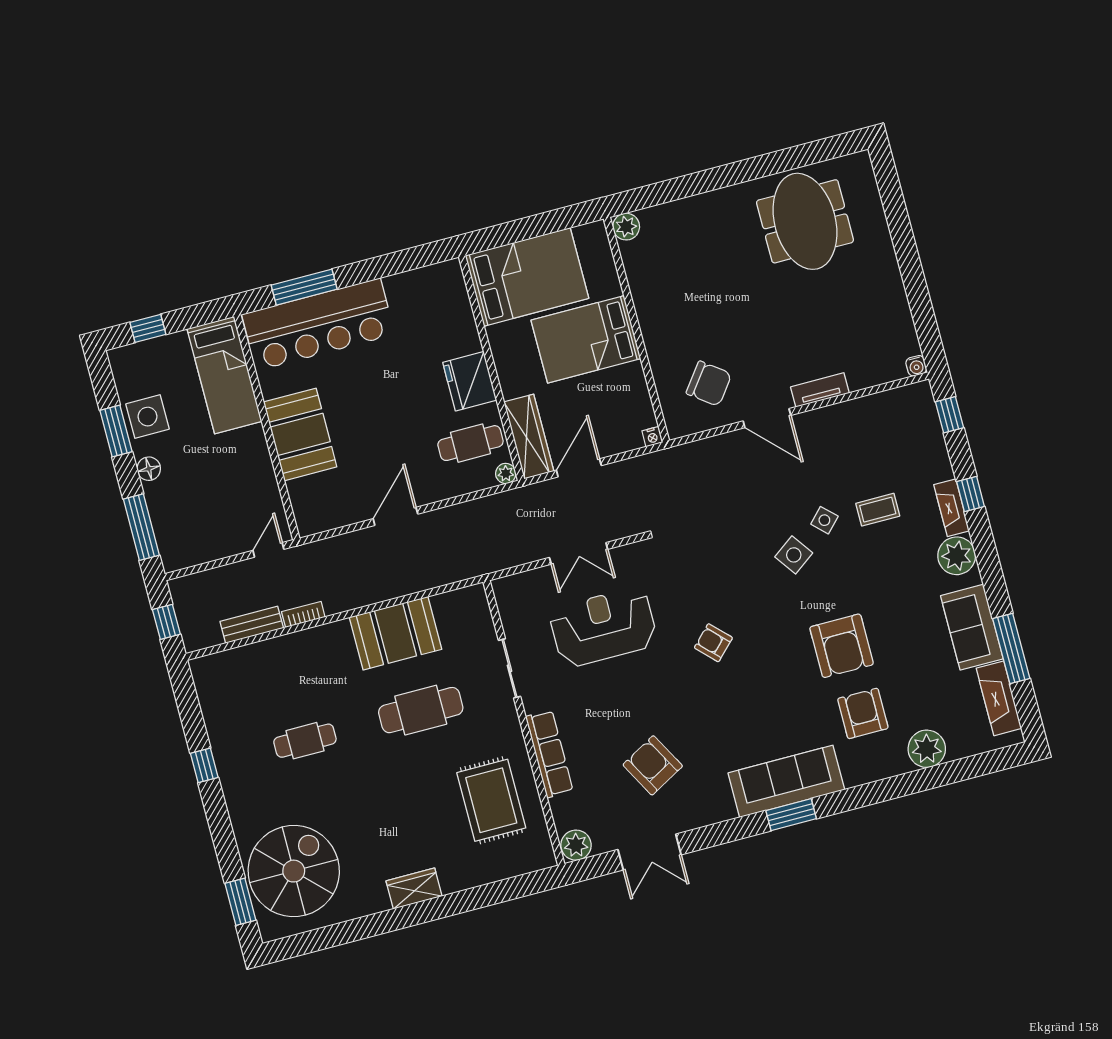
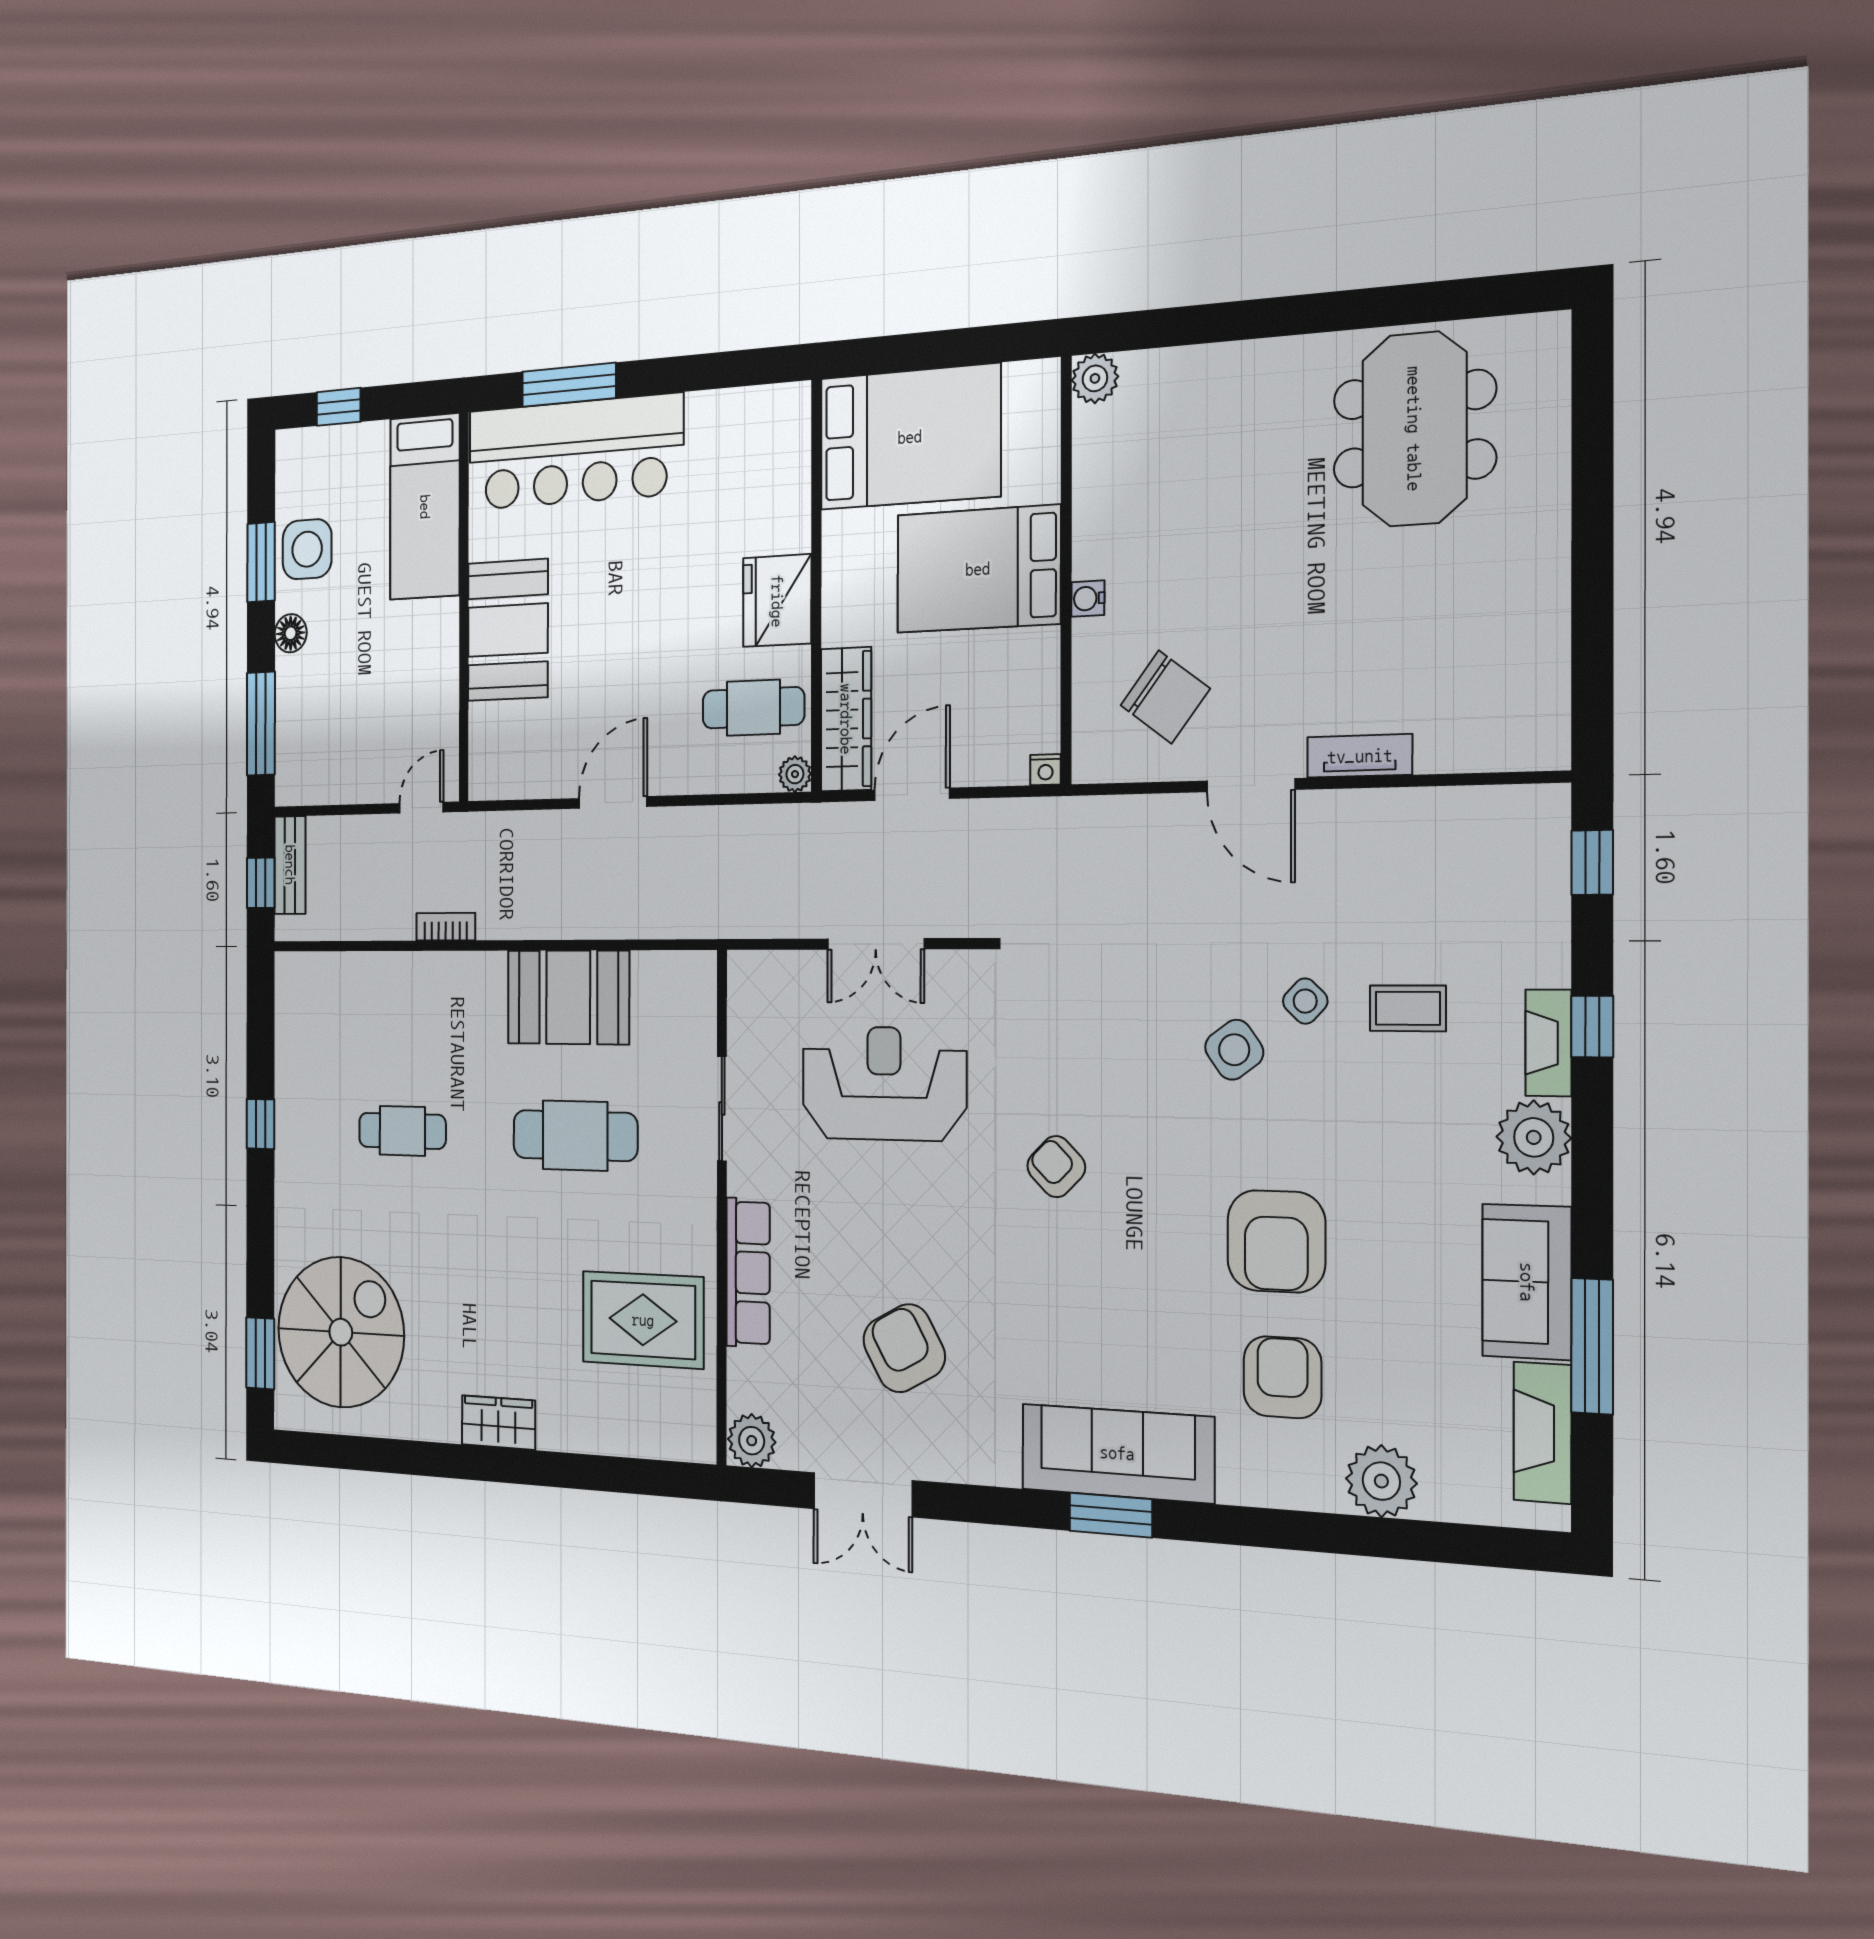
water cooler: (916, 366) -> (1088, 598), moved, turned 90
bench: (252, 625) -> (290, 865), moved, turned 90
rug: (491, 800) -> (643, 1320), turned 90

